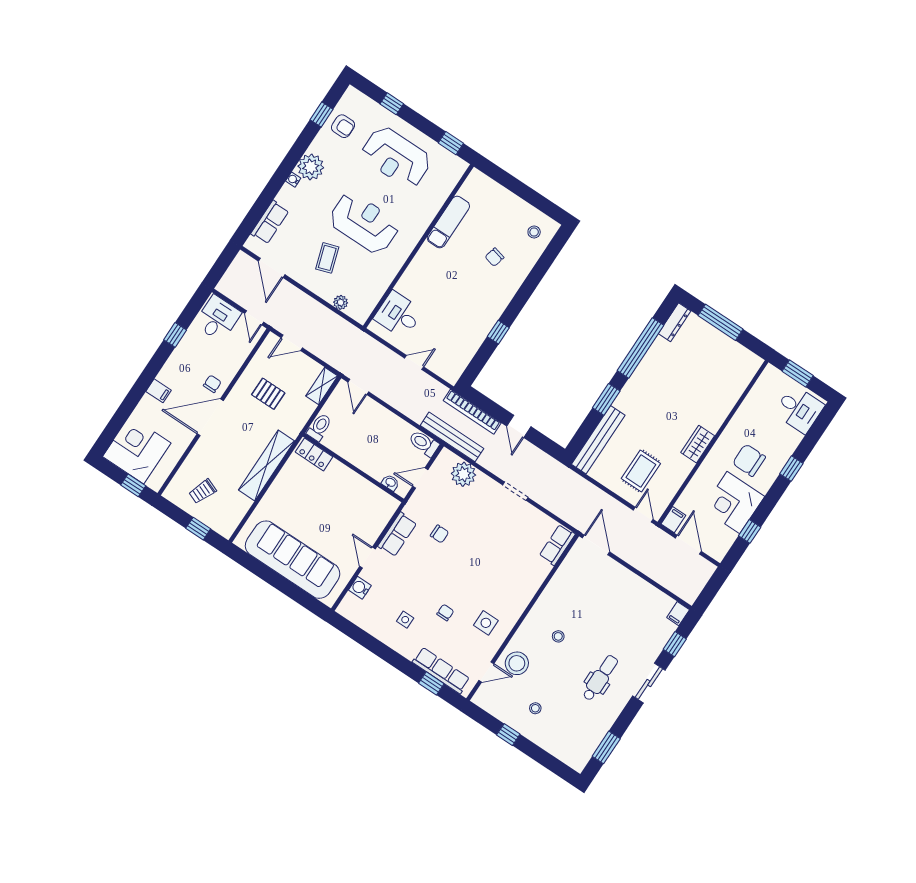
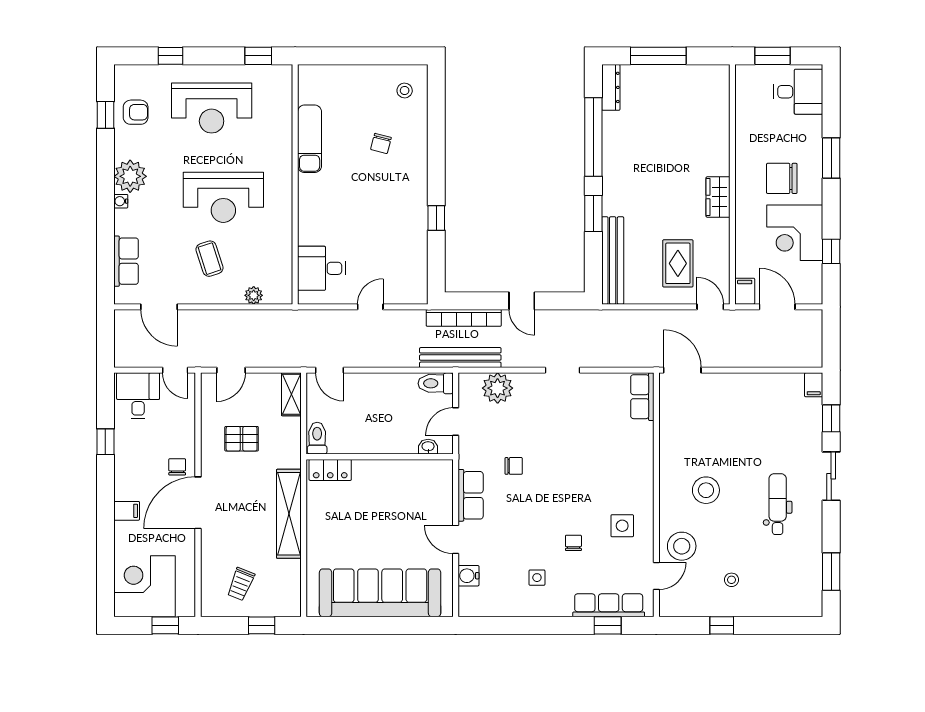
reception desk: (364, 223) -> (223, 197), turned 180
window: (791, 469) -> (831, 158), width x1.50
stool: (558, 636) -> (706, 490), width x1.89, depth x1.89

